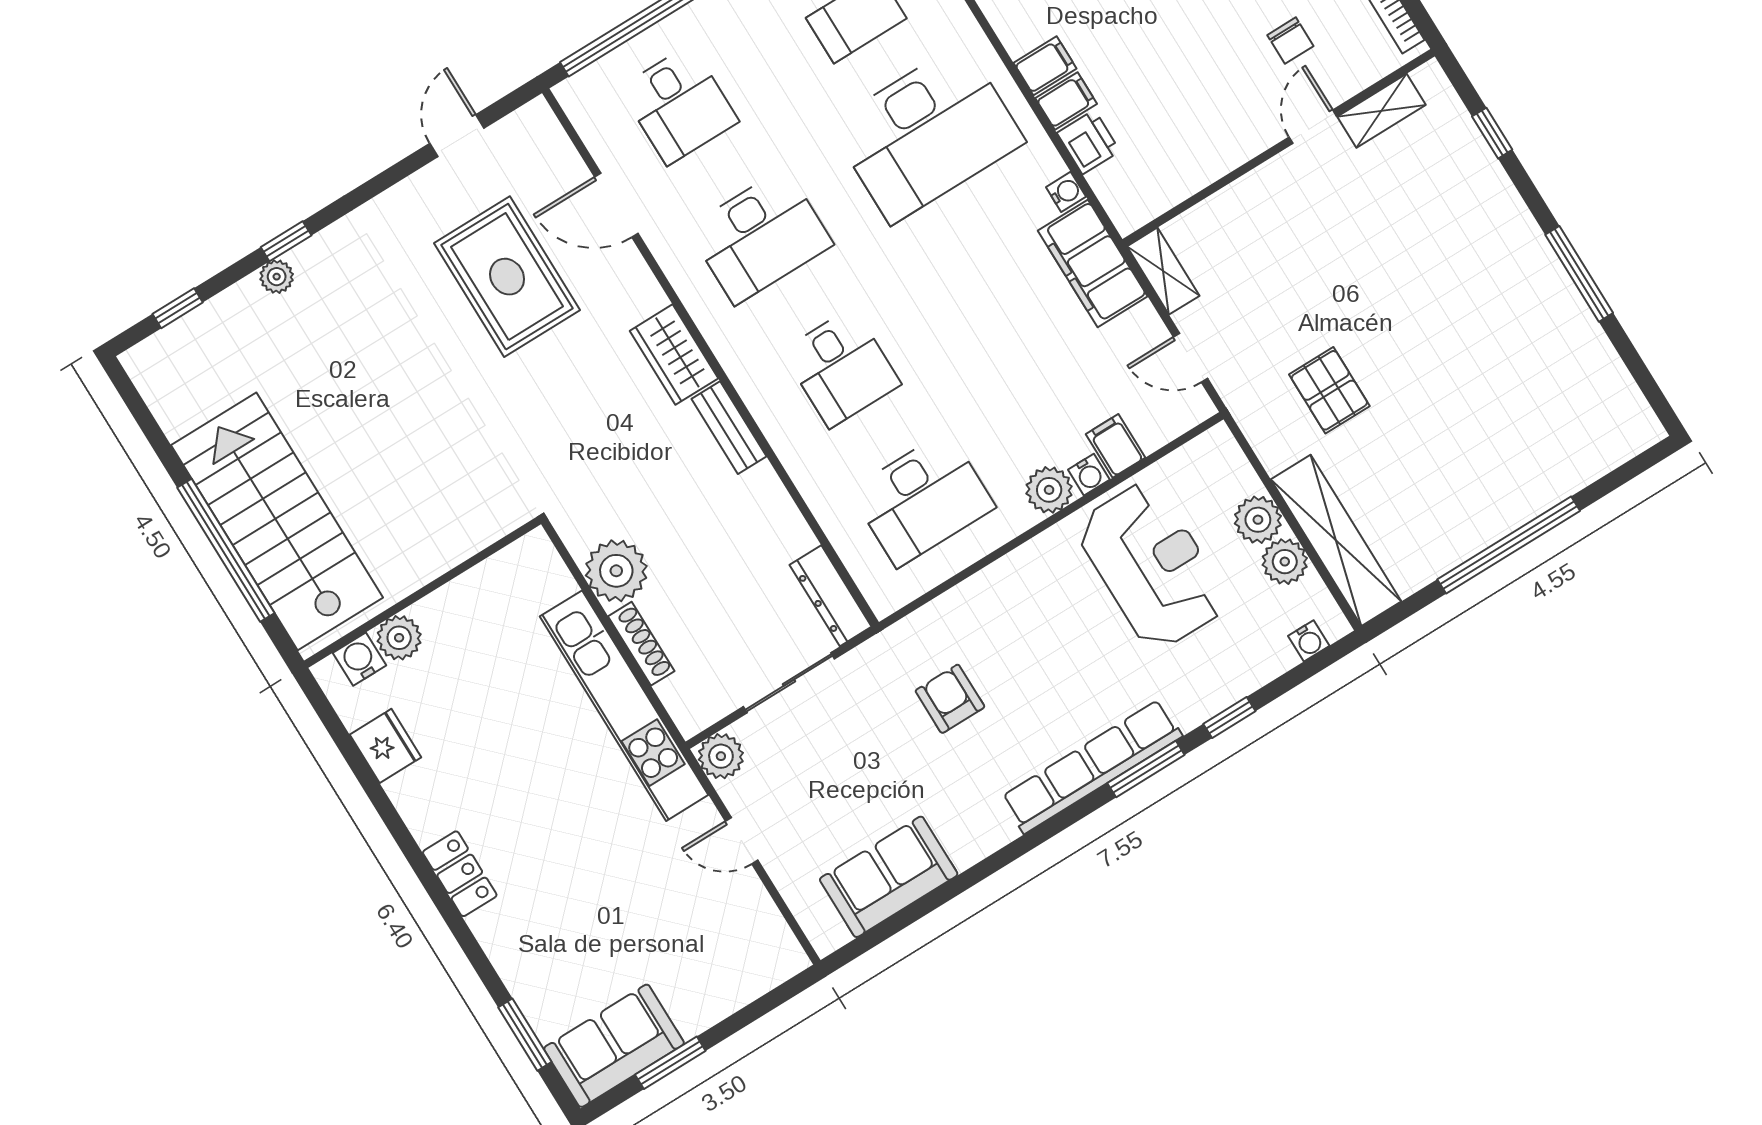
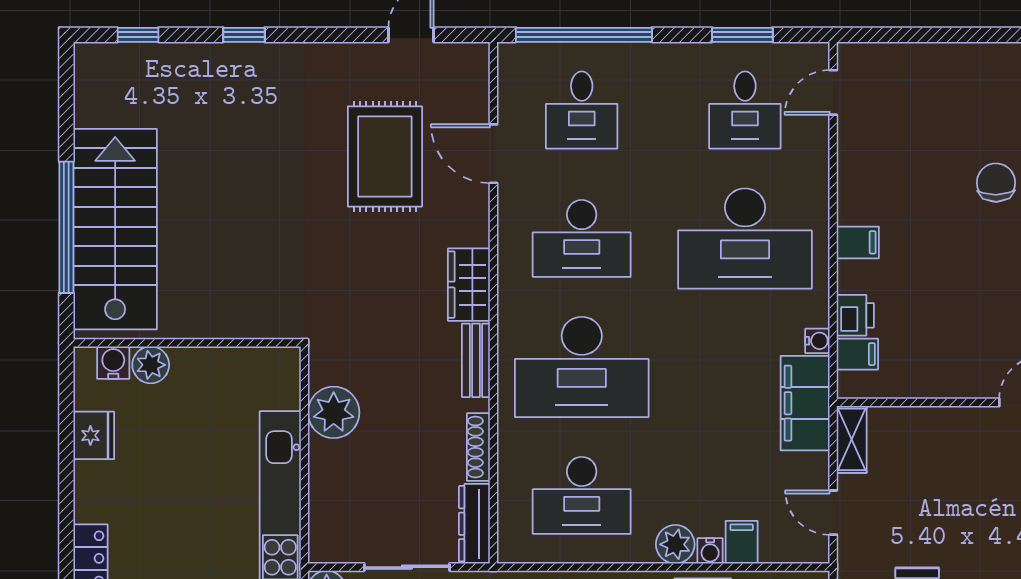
filing cabinet: (1066, 101) -> (857, 354), moved
plant: (277, 277) -> (222, 56), removed
desk: (841, 368) -> (582, 367), width x1.87, depth x1.30
shoe rack: (641, 644) -> (478, 447), moved, turned 180

